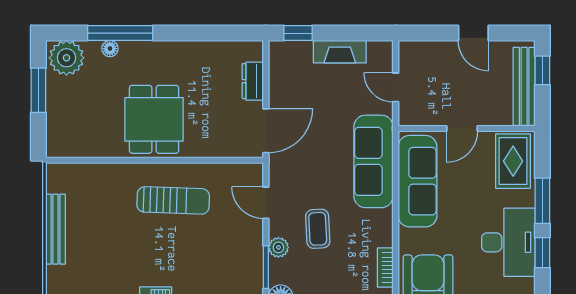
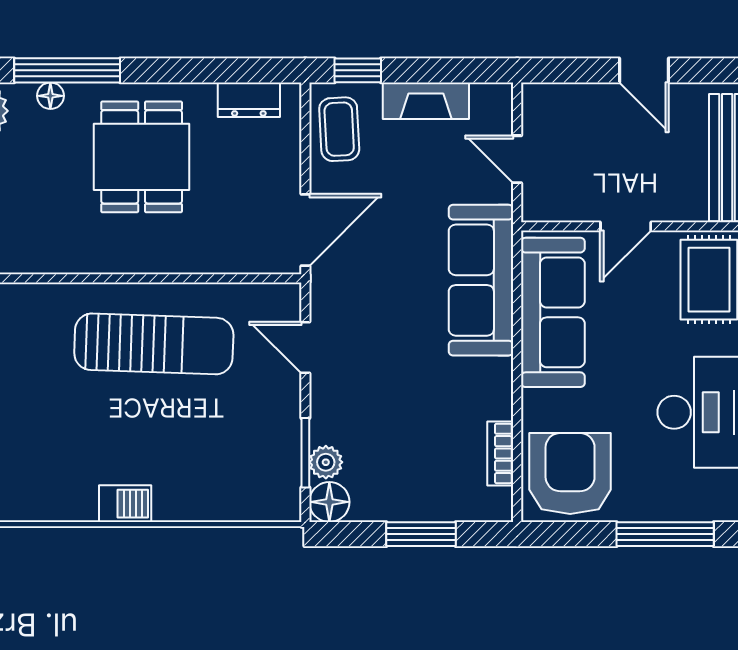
dresser: (253, 81) -> (249, 100), moved, turned -90
dining table: (154, 119) -> (142, 157), moved
sun lounger: (173, 200) -> (154, 344), width x1.36, depth x1.34
coffee table: (318, 229) -> (339, 129), moved
plant: (278, 247) -> (326, 462), moved

